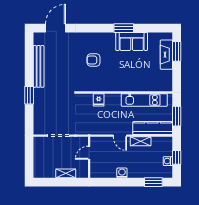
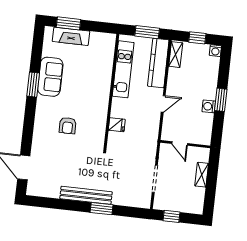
bench: (39, 66) -> (86, 195), moved
shelving: (141, 141) -> (176, 55), moved
window: (29, 153) -> (172, 216), added
washing machine: (168, 161) -> (215, 51), moved
window: (153, 182) -> (221, 100), moved

